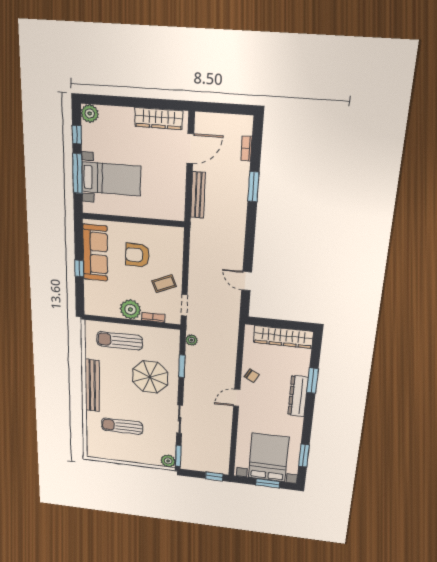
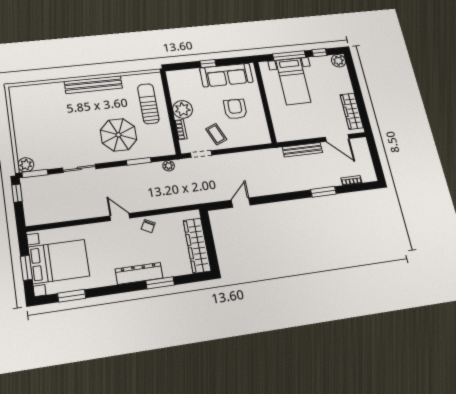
sun lounger: (122, 426) -> (55, 116), removed
window: (214, 476) -> (17, 193), moved

